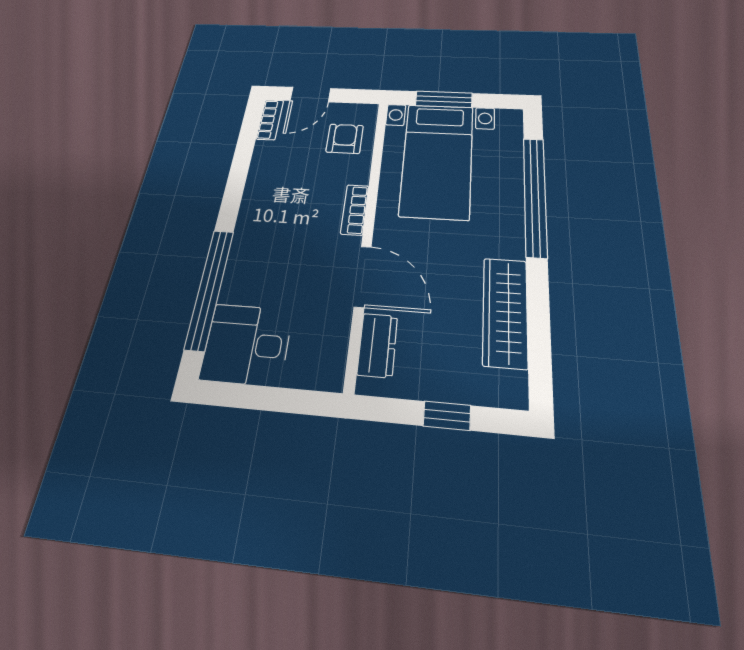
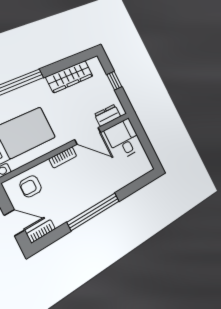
door: (363, 276) -> (88, 136), swing flipped
window: (210, 288) -> (94, 211), moved
desk: (247, 344) -> (124, 139), moved, turned 180

